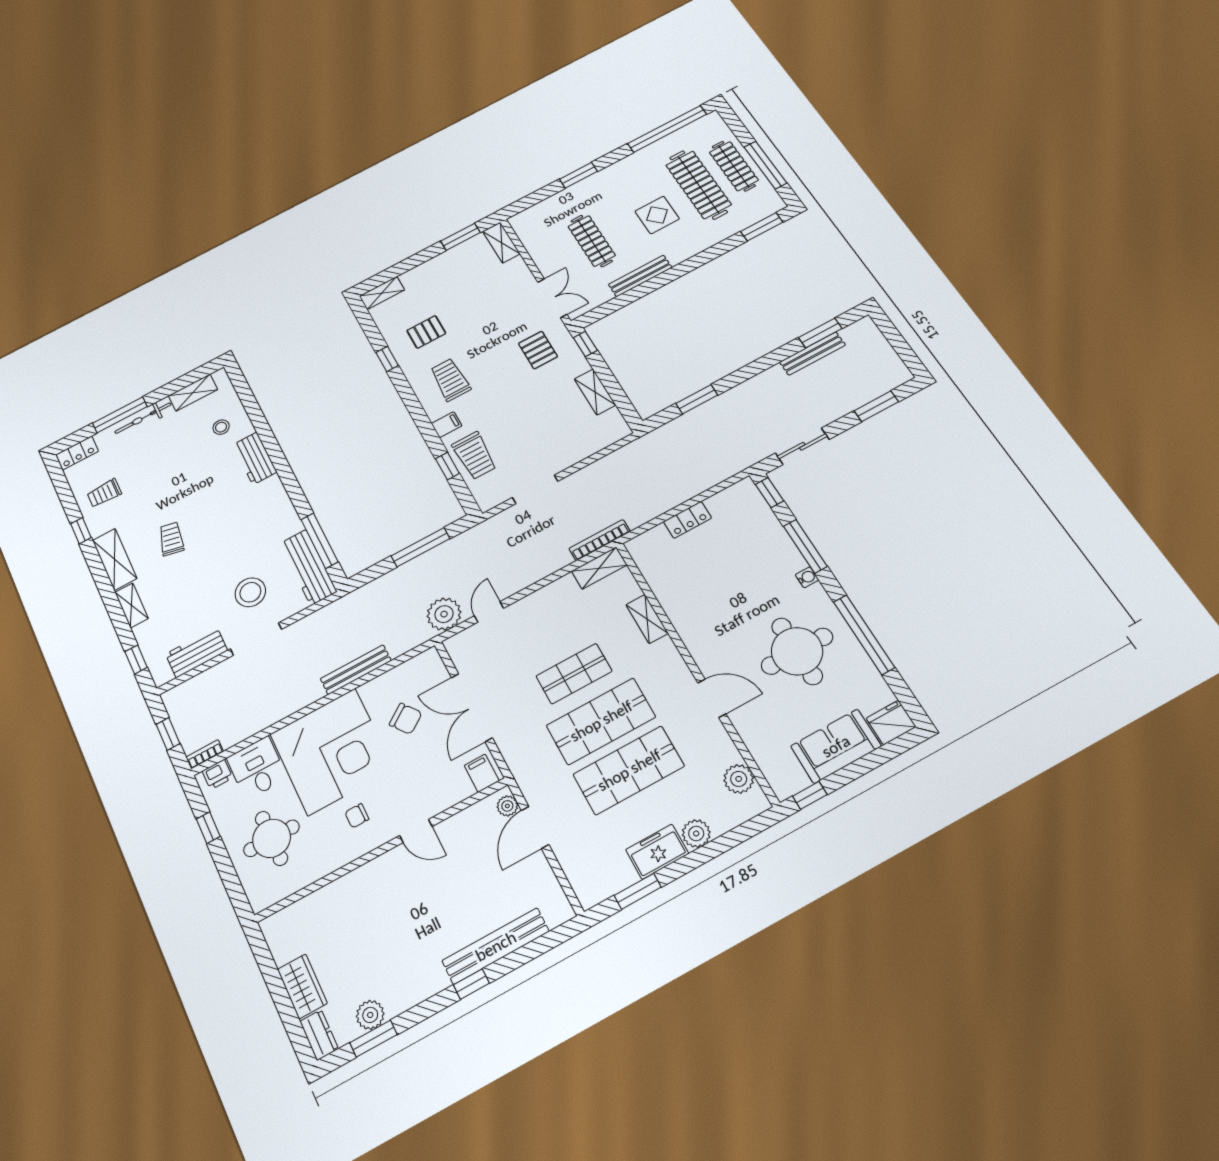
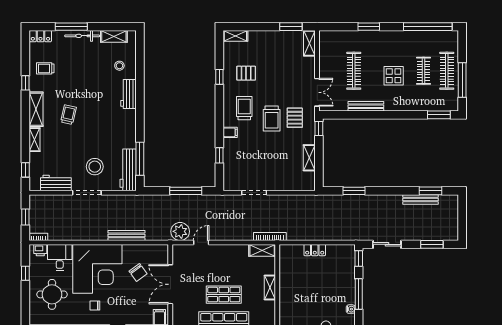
clothes rail: (698, 185) -> (423, 71), width x0.54, depth x0.76
trolley: (474, 456) -> (272, 119), moved

